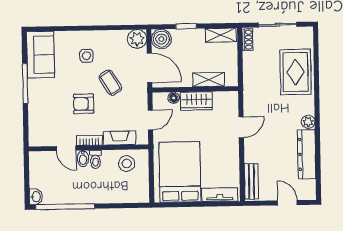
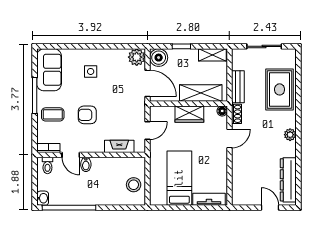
shoe rack: (247, 40) -> (236, 114), moved
shelving: (209, 80) -> (201, 93), width x1.50, depth x1.33
coffee table: (110, 83) -> (53, 114), moved, turned -58
floor lamp: (174, 98) -> (222, 111), moved
bookcase: (89, 140) -> (48, 148), moved
dresser: (307, 154) -> (288, 180), moved
toilet: (95, 159) -> (47, 165), moved
stool: (127, 163) -> (134, 185), moved
bed: (180, 172) -> (179, 178), width x0.67
bench: (251, 181) -> (238, 87), moved

